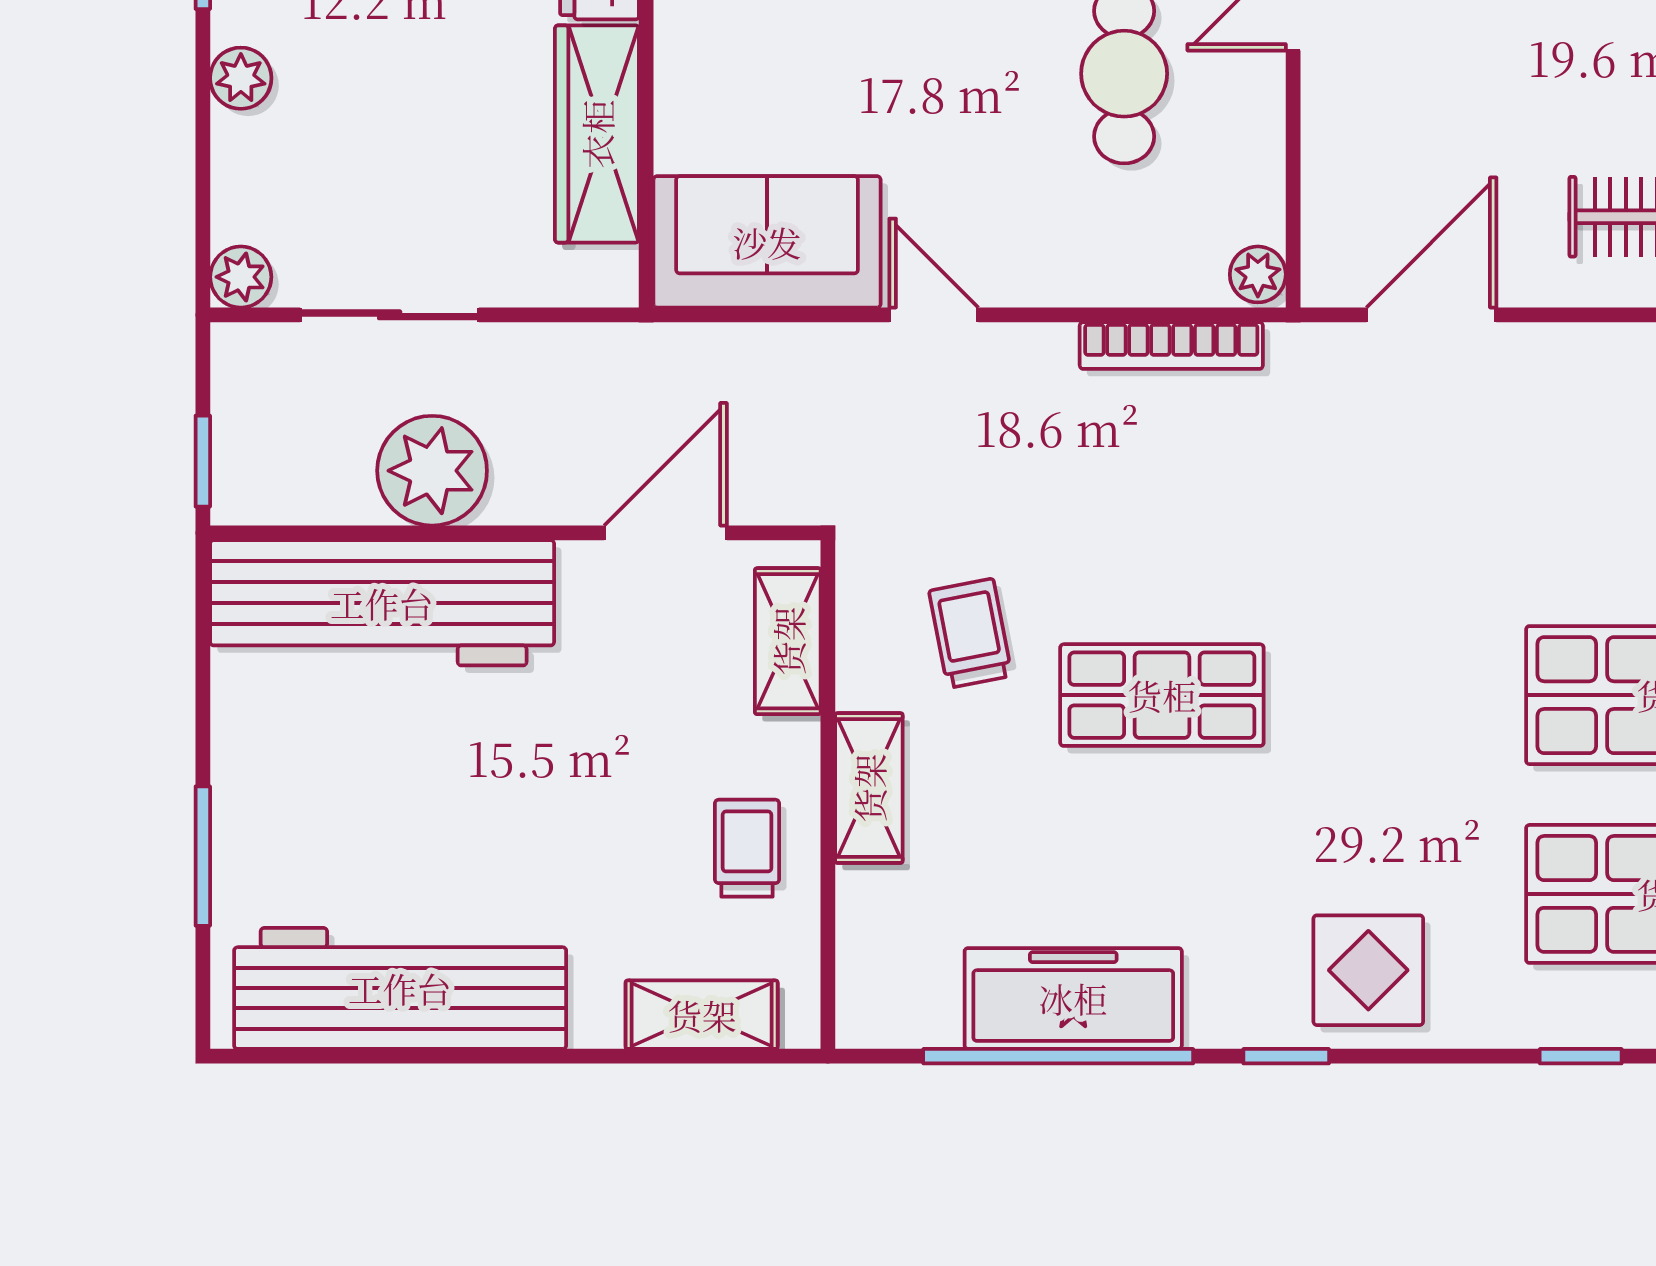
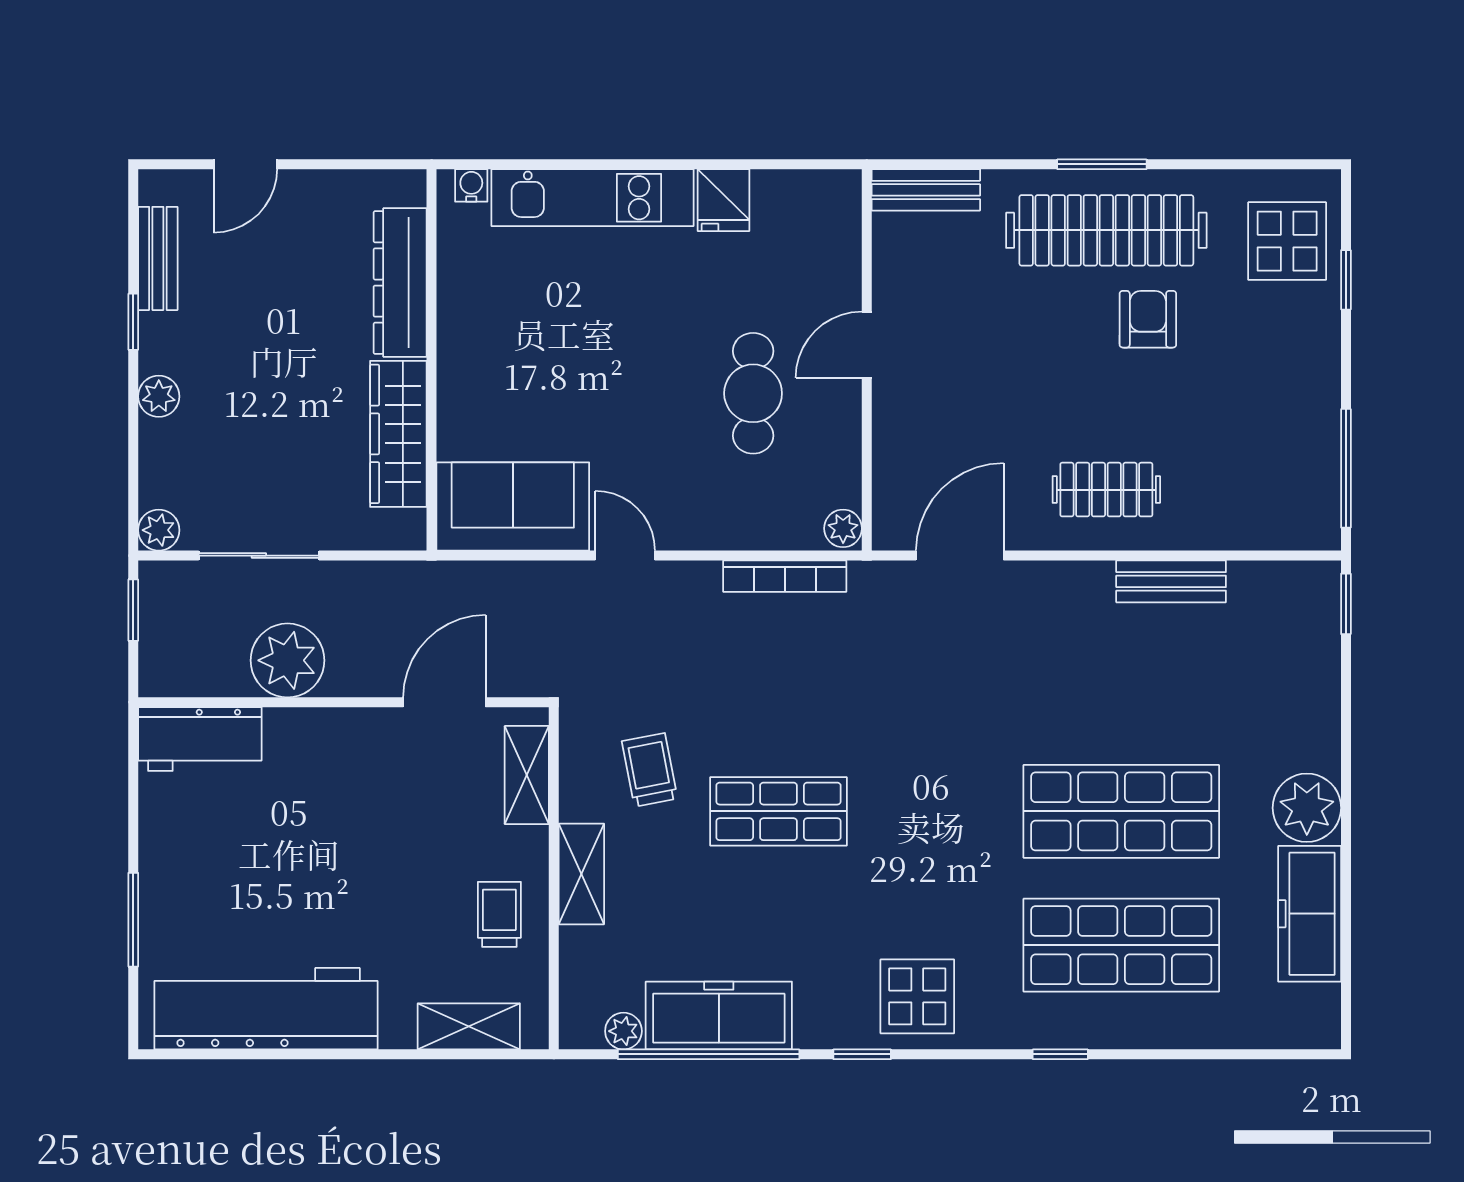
window: (203, 461) -> (133, 610), moved
workbench: (382, 603) -> (200, 739), width x0.53, depth x0.76
plant: (931, 1022) -> (623, 1031), added

